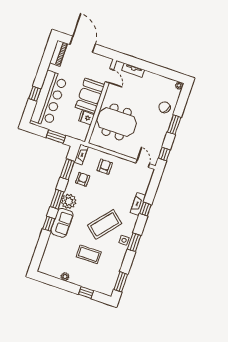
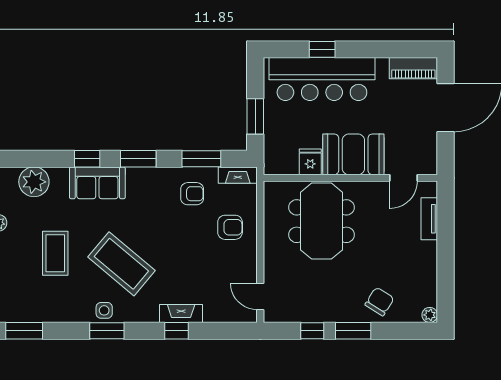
window: (164, 154) -> (312, 331), moved
door: (143, 163) -> (260, 296), swing flipped
plant: (69, 201) -> (34, 182), moved

